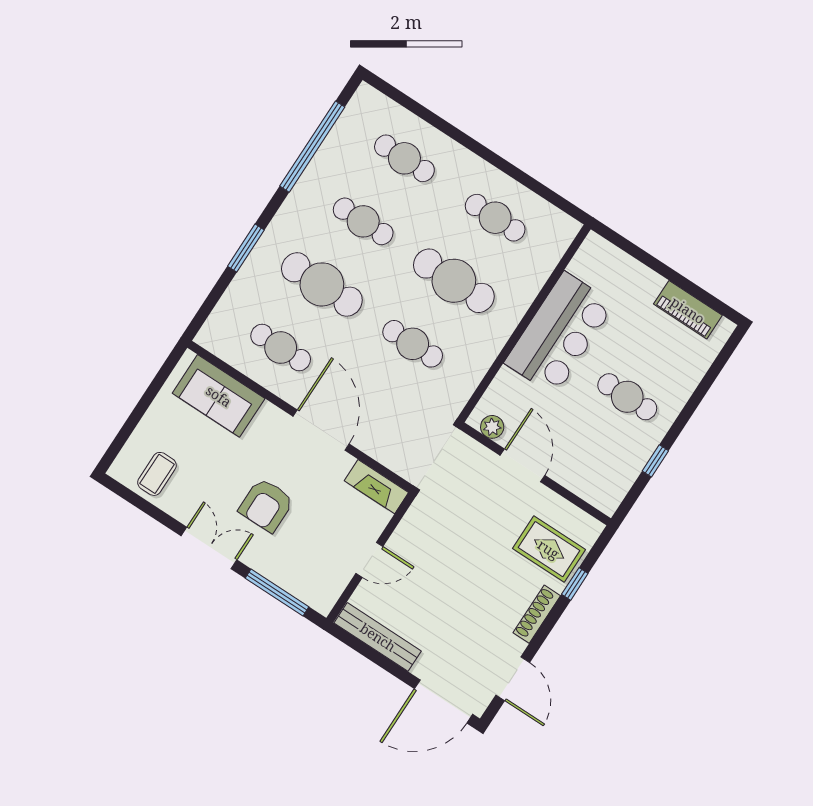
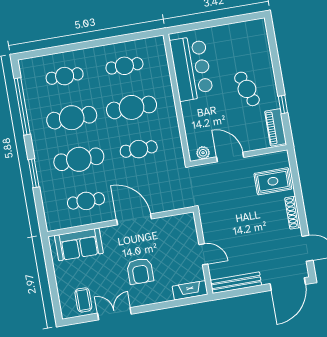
cafe table: (363, 221) -> (72, 118), width x1.37, depth x1.35
piano: (688, 310) -> (276, 127), moved, turned 90
bar counter: (559, 333) -> (191, 68), moved
cafe table: (627, 397) -> (247, 89), turned 71
fireplace: (376, 487) -> (190, 290), moved, turned 180
double door: (209, 548) -> (114, 314), moved
door: (369, 560) -> (203, 254), hinge flipped
window: (575, 584) -> (297, 186), removed
window: (277, 593) -> (178, 303), removed

